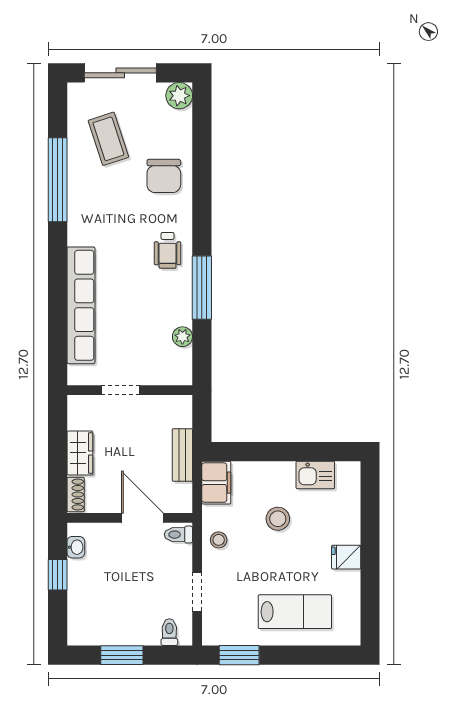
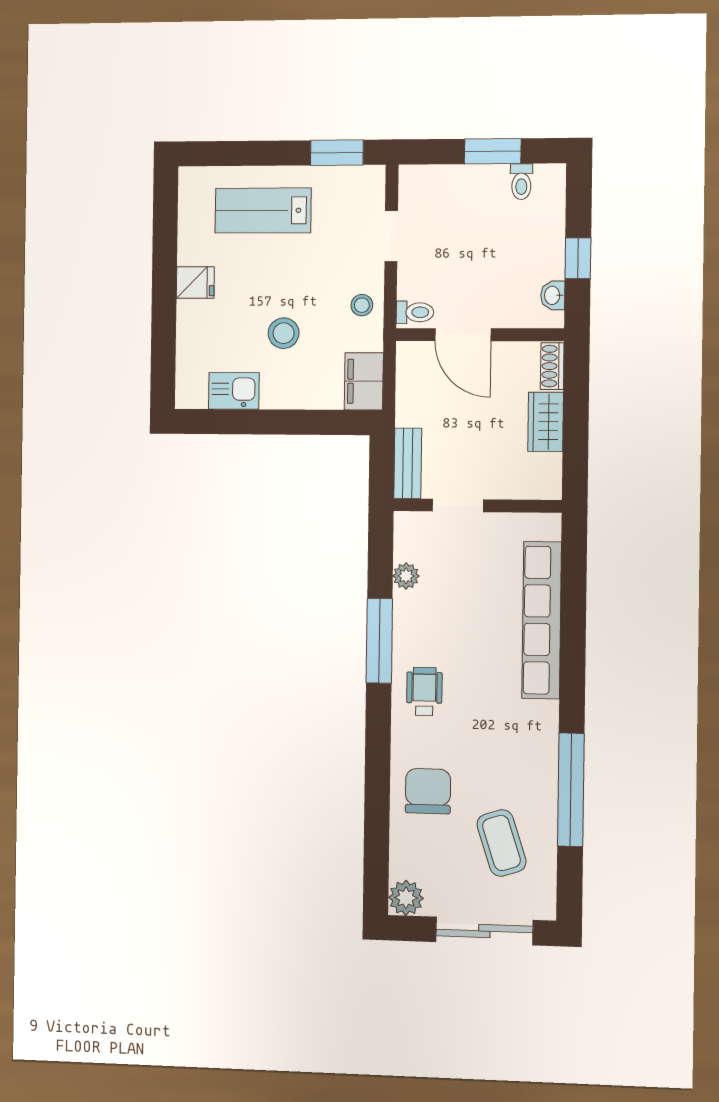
doorway: (120, 390) -> (458, 505), moved
bench: (182, 455) -> (408, 463), moved
toilet: (169, 632) -> (521, 182), moved

